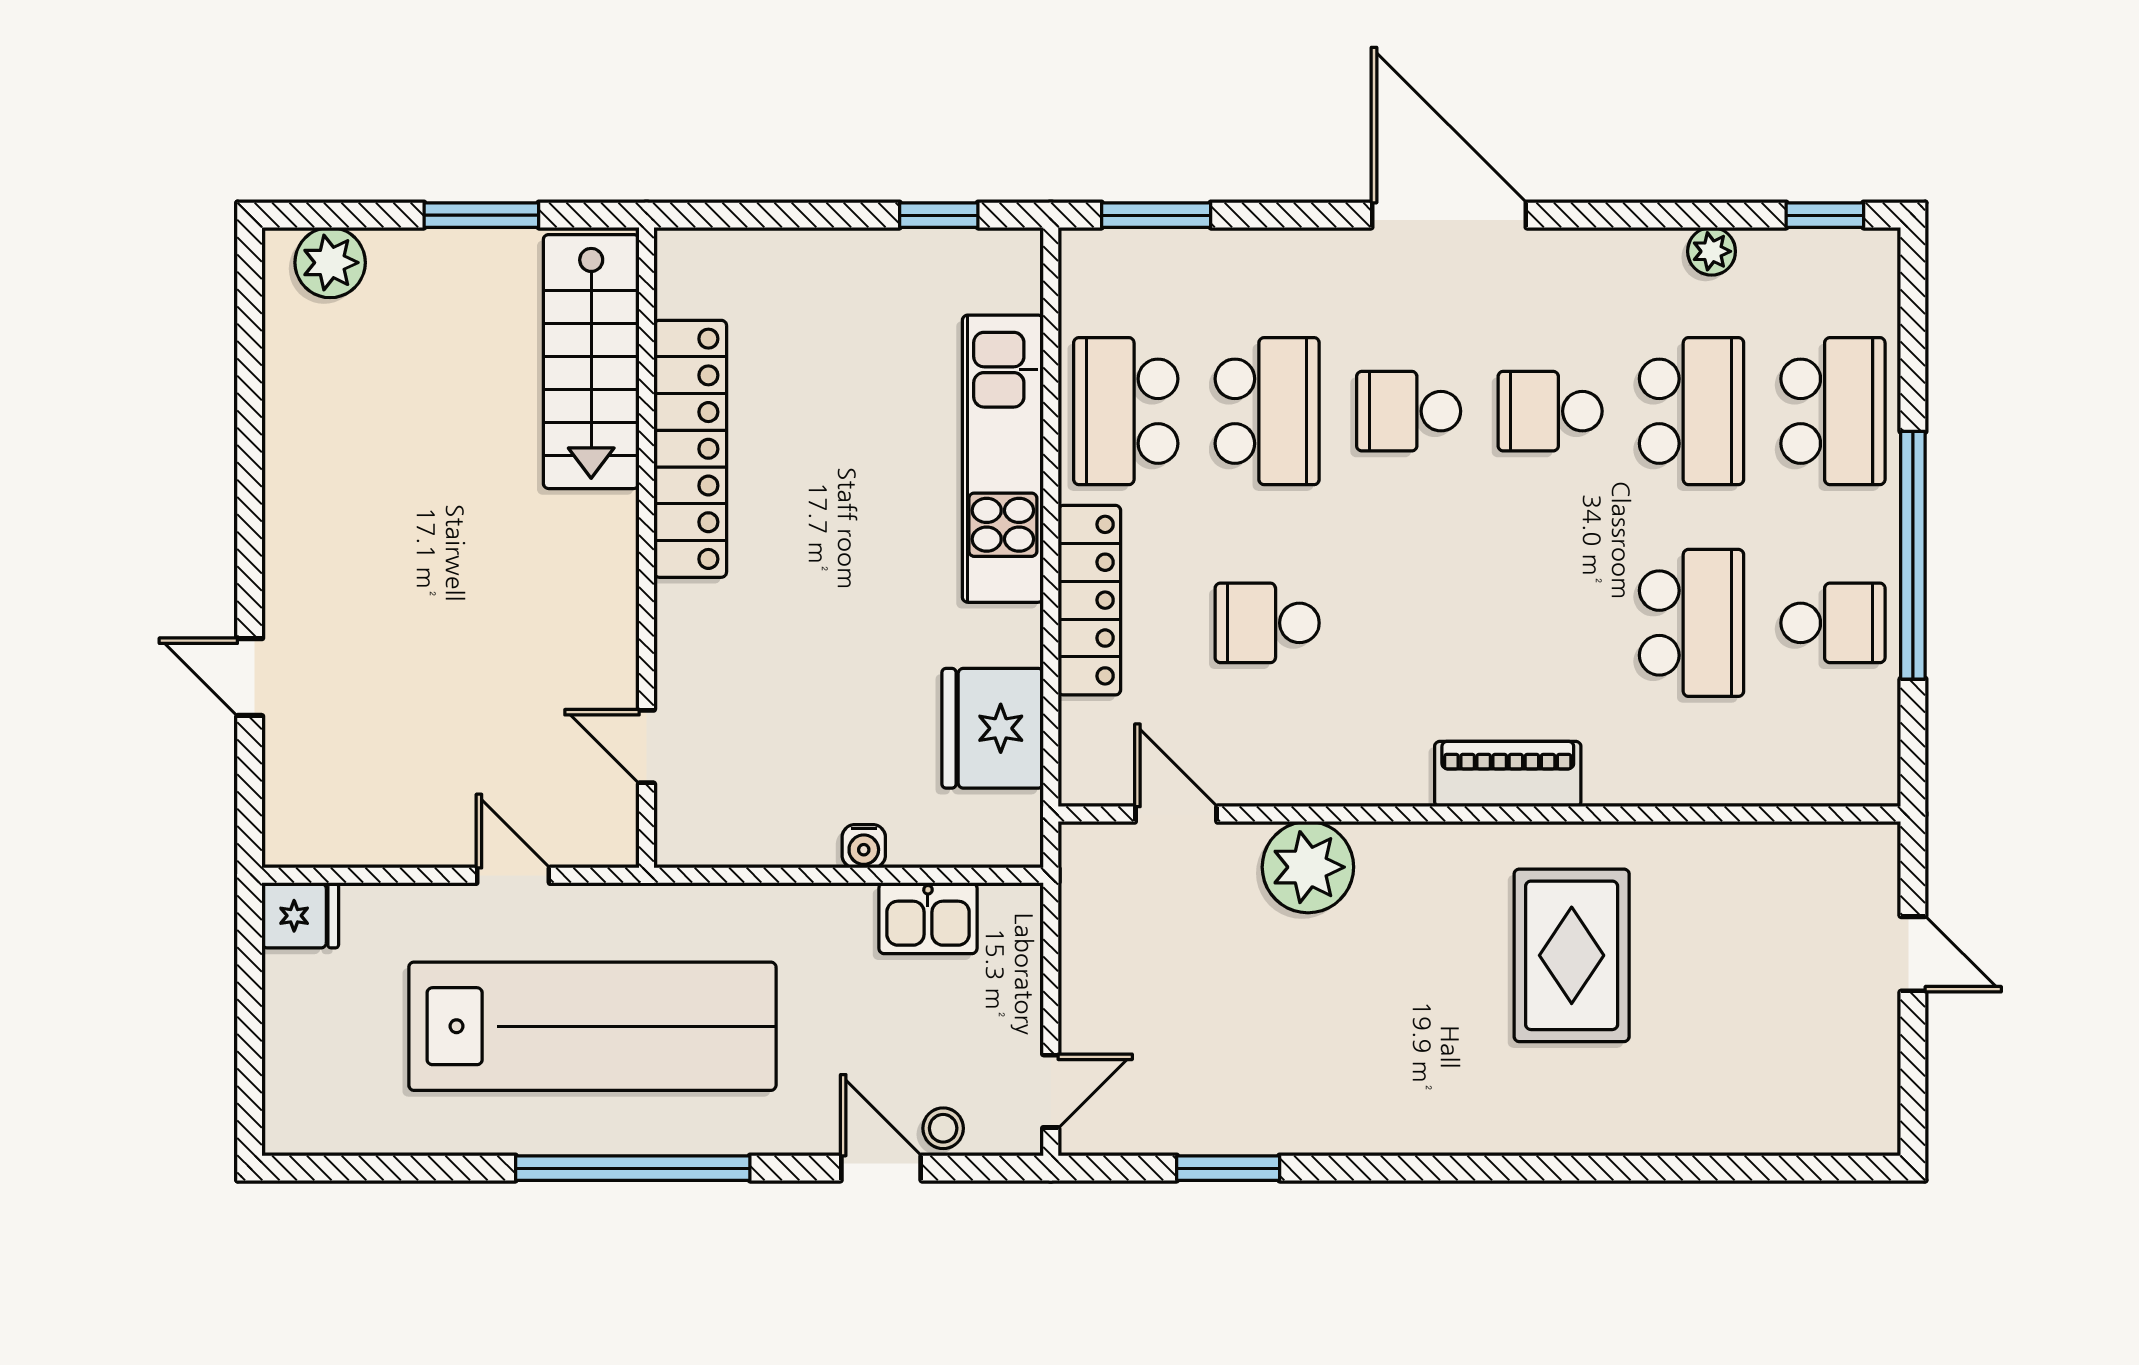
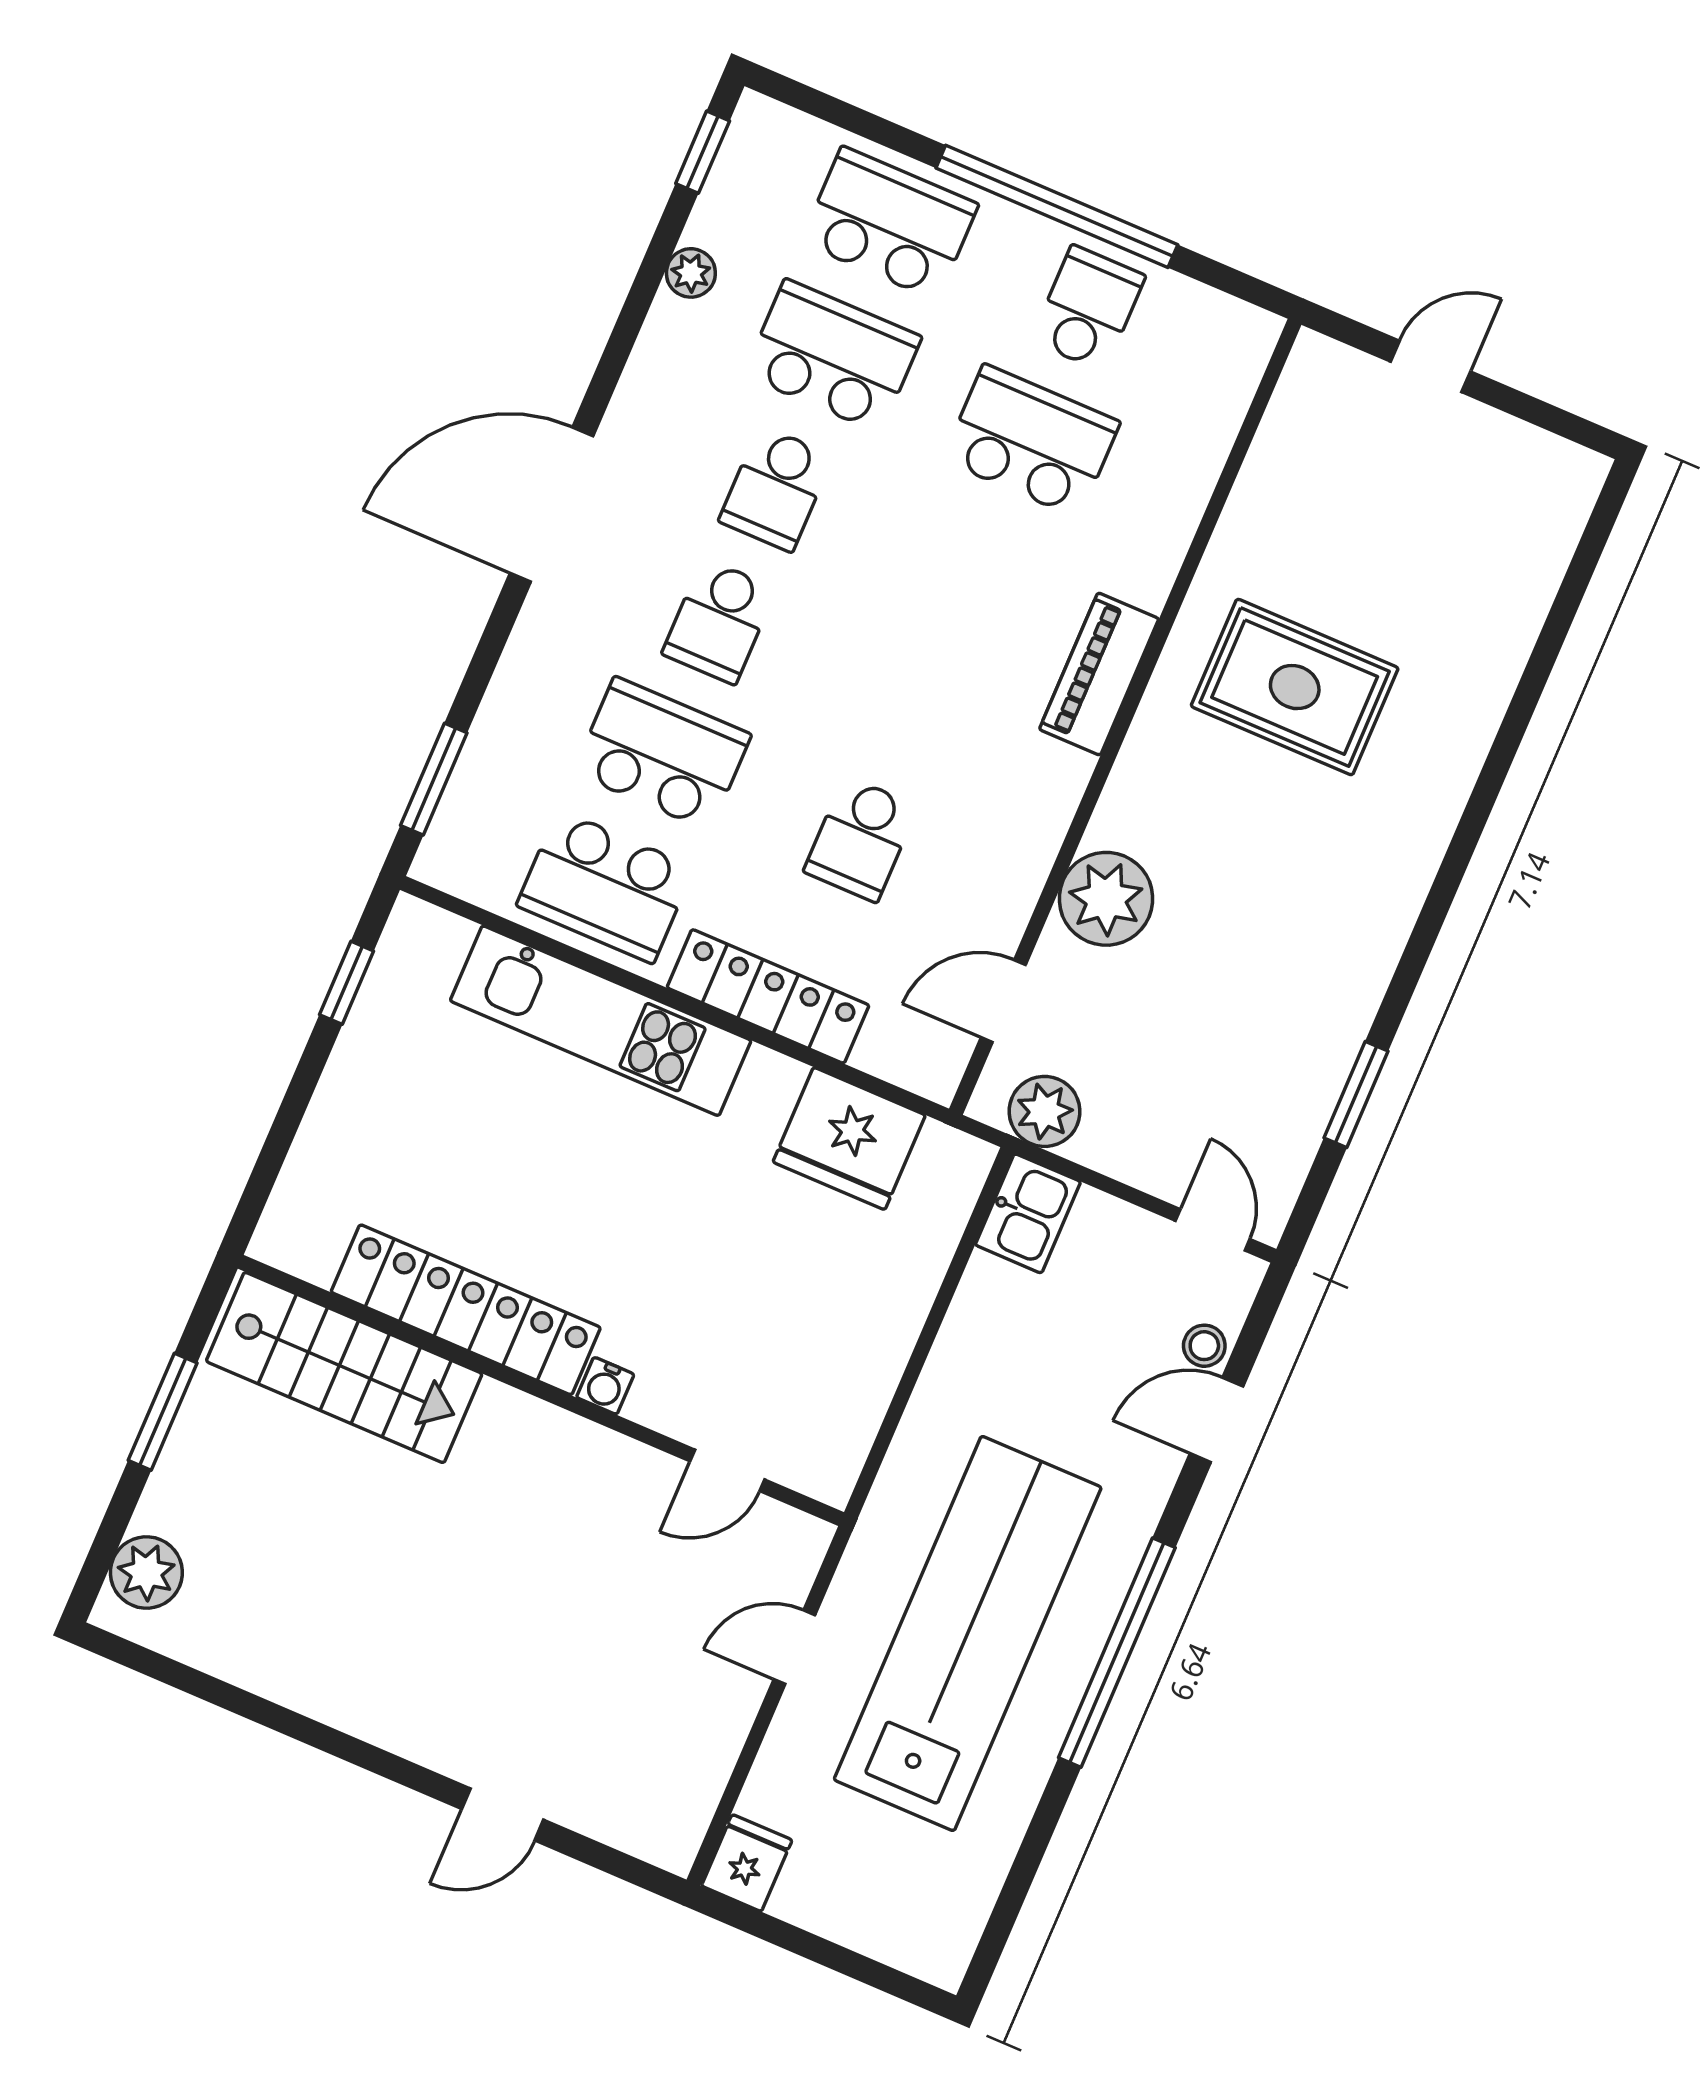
water cooler: (864, 846) -> (605, 1386), moved, turned 90
plant: (1093, 894) -> (1045, 1111), added
kitchen sink: (928, 918) -> (1028, 1213), moved

